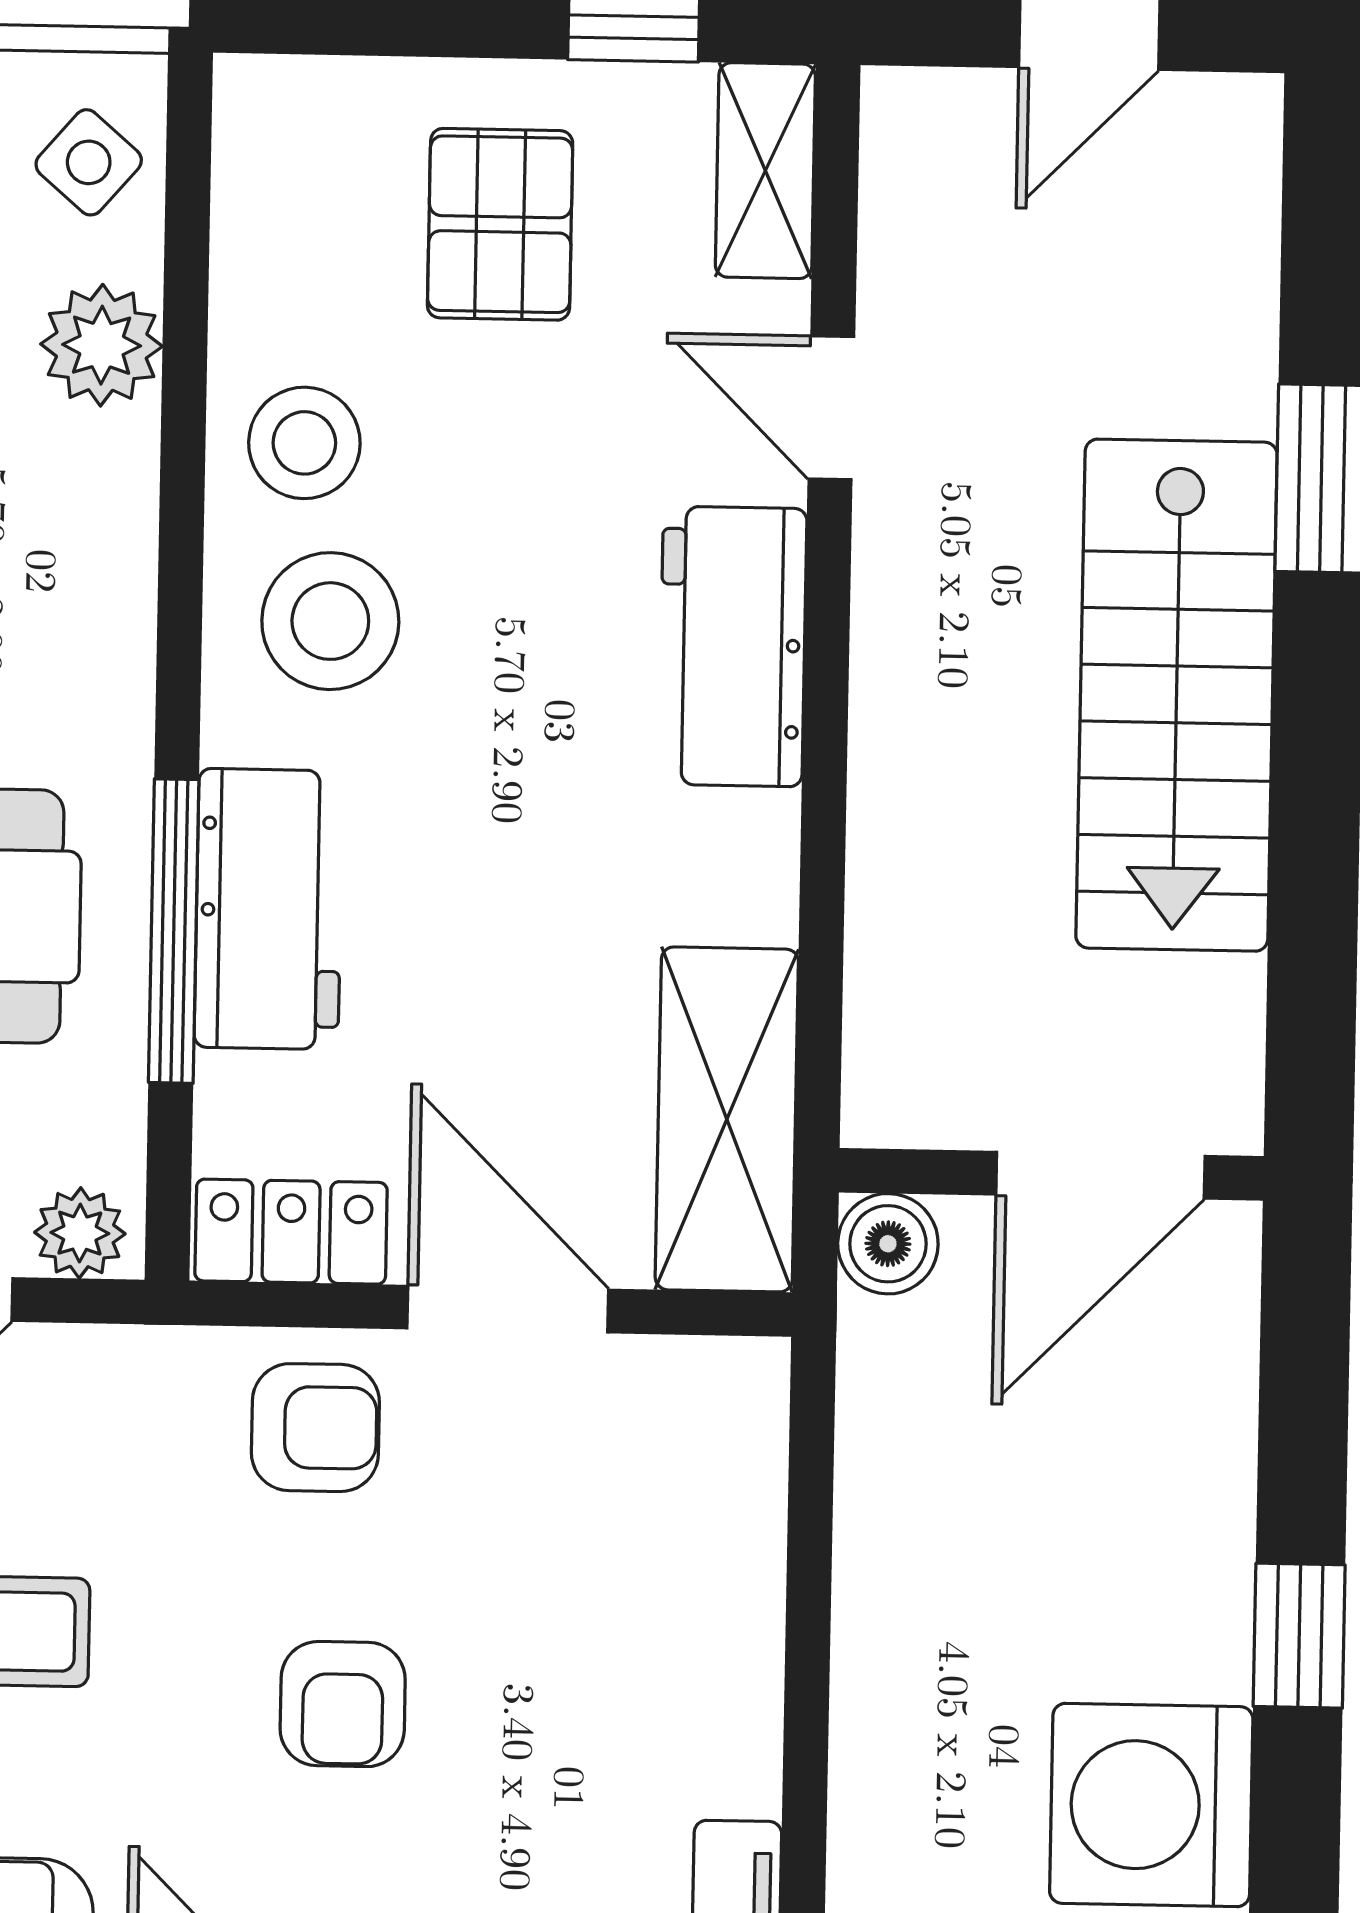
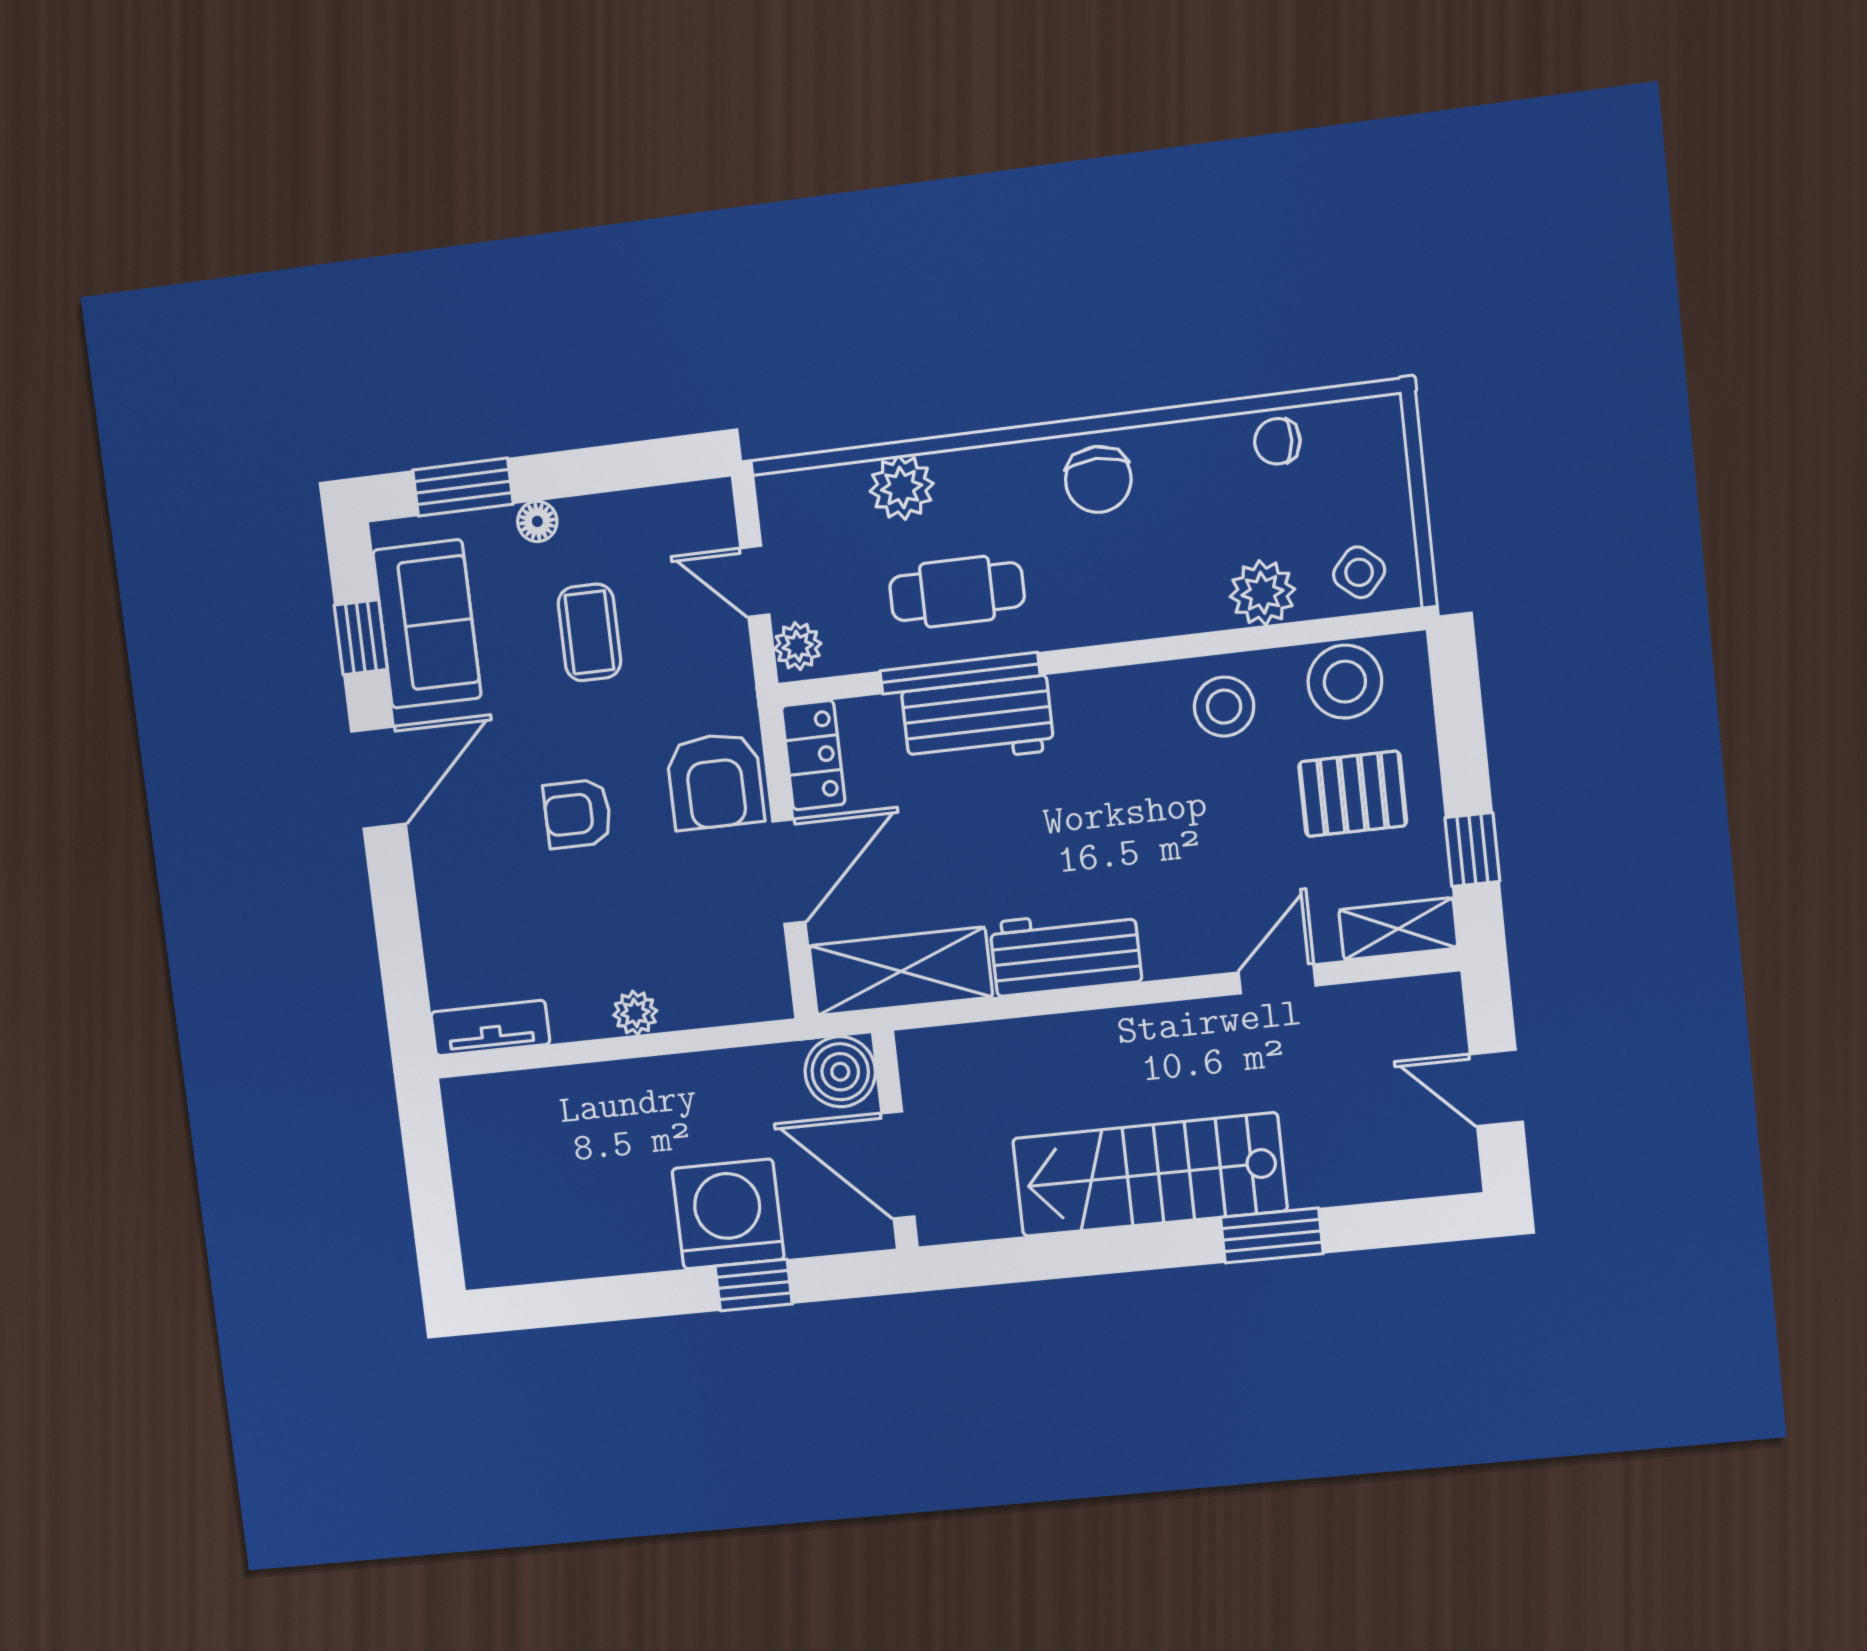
stool: (330, 621) -> (1345, 682), moved
workbench: (733, 646) -> (1066, 952), moved
boiler: (888, 1244) -> (840, 1072), width x1.36, depth x1.36
armchair: (315, 1428) -> (715, 781), width x1.38, depth x1.38
window: (1299, 1636) -> (754, 1285), moved
plant: (742, 1646) -> (635, 1013), added
washing machine: (1151, 1805) -> (728, 1214), moved

